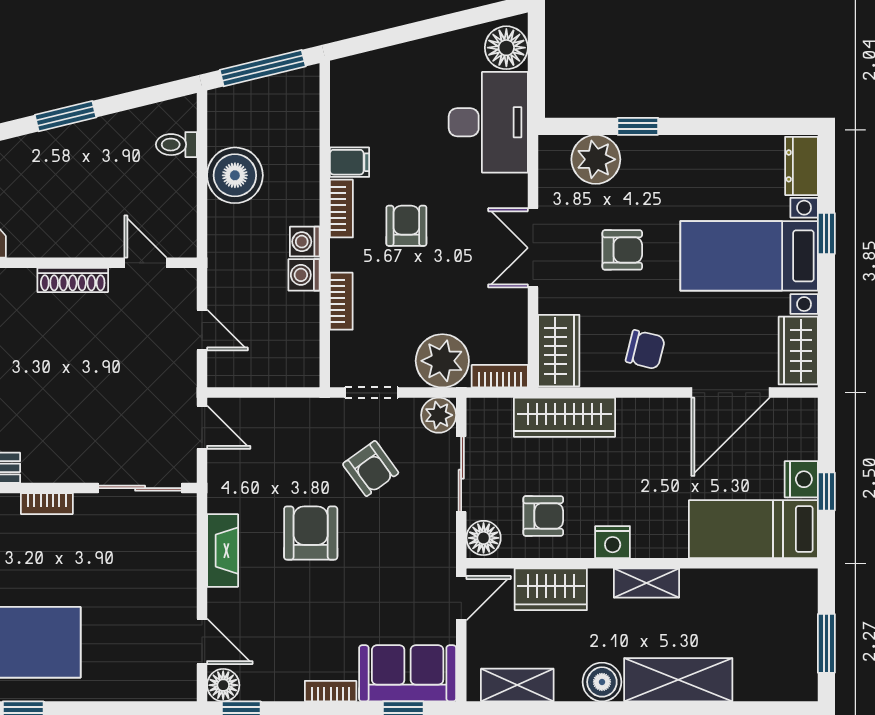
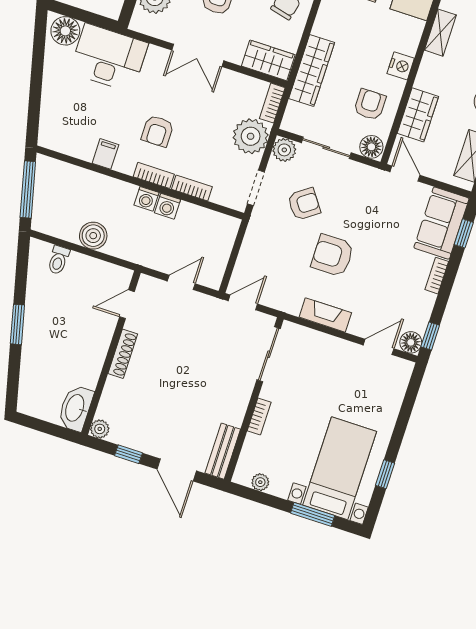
boiler: (235, 175) -> (93, 236), width x0.73, depth x0.73
bookcase: (341, 209) -> (154, 175), moved
armchair: (406, 226) -> (158, 131), turned -90
shelving: (647, 583) -> (440, 33), moved

